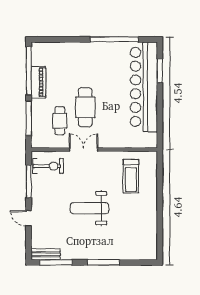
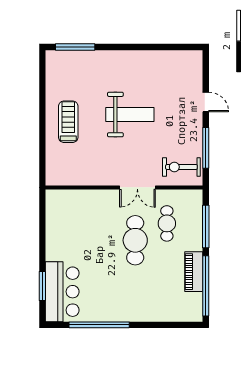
bar counter: (144, 87) -> (62, 292), width x0.54
treadmill: (131, 176) -> (68, 122), moved
bench: (46, 254) -> (185, 57), removed
window: (56, 262) -> (172, 47), removed
window: (104, 262) -> (75, 47), moved

